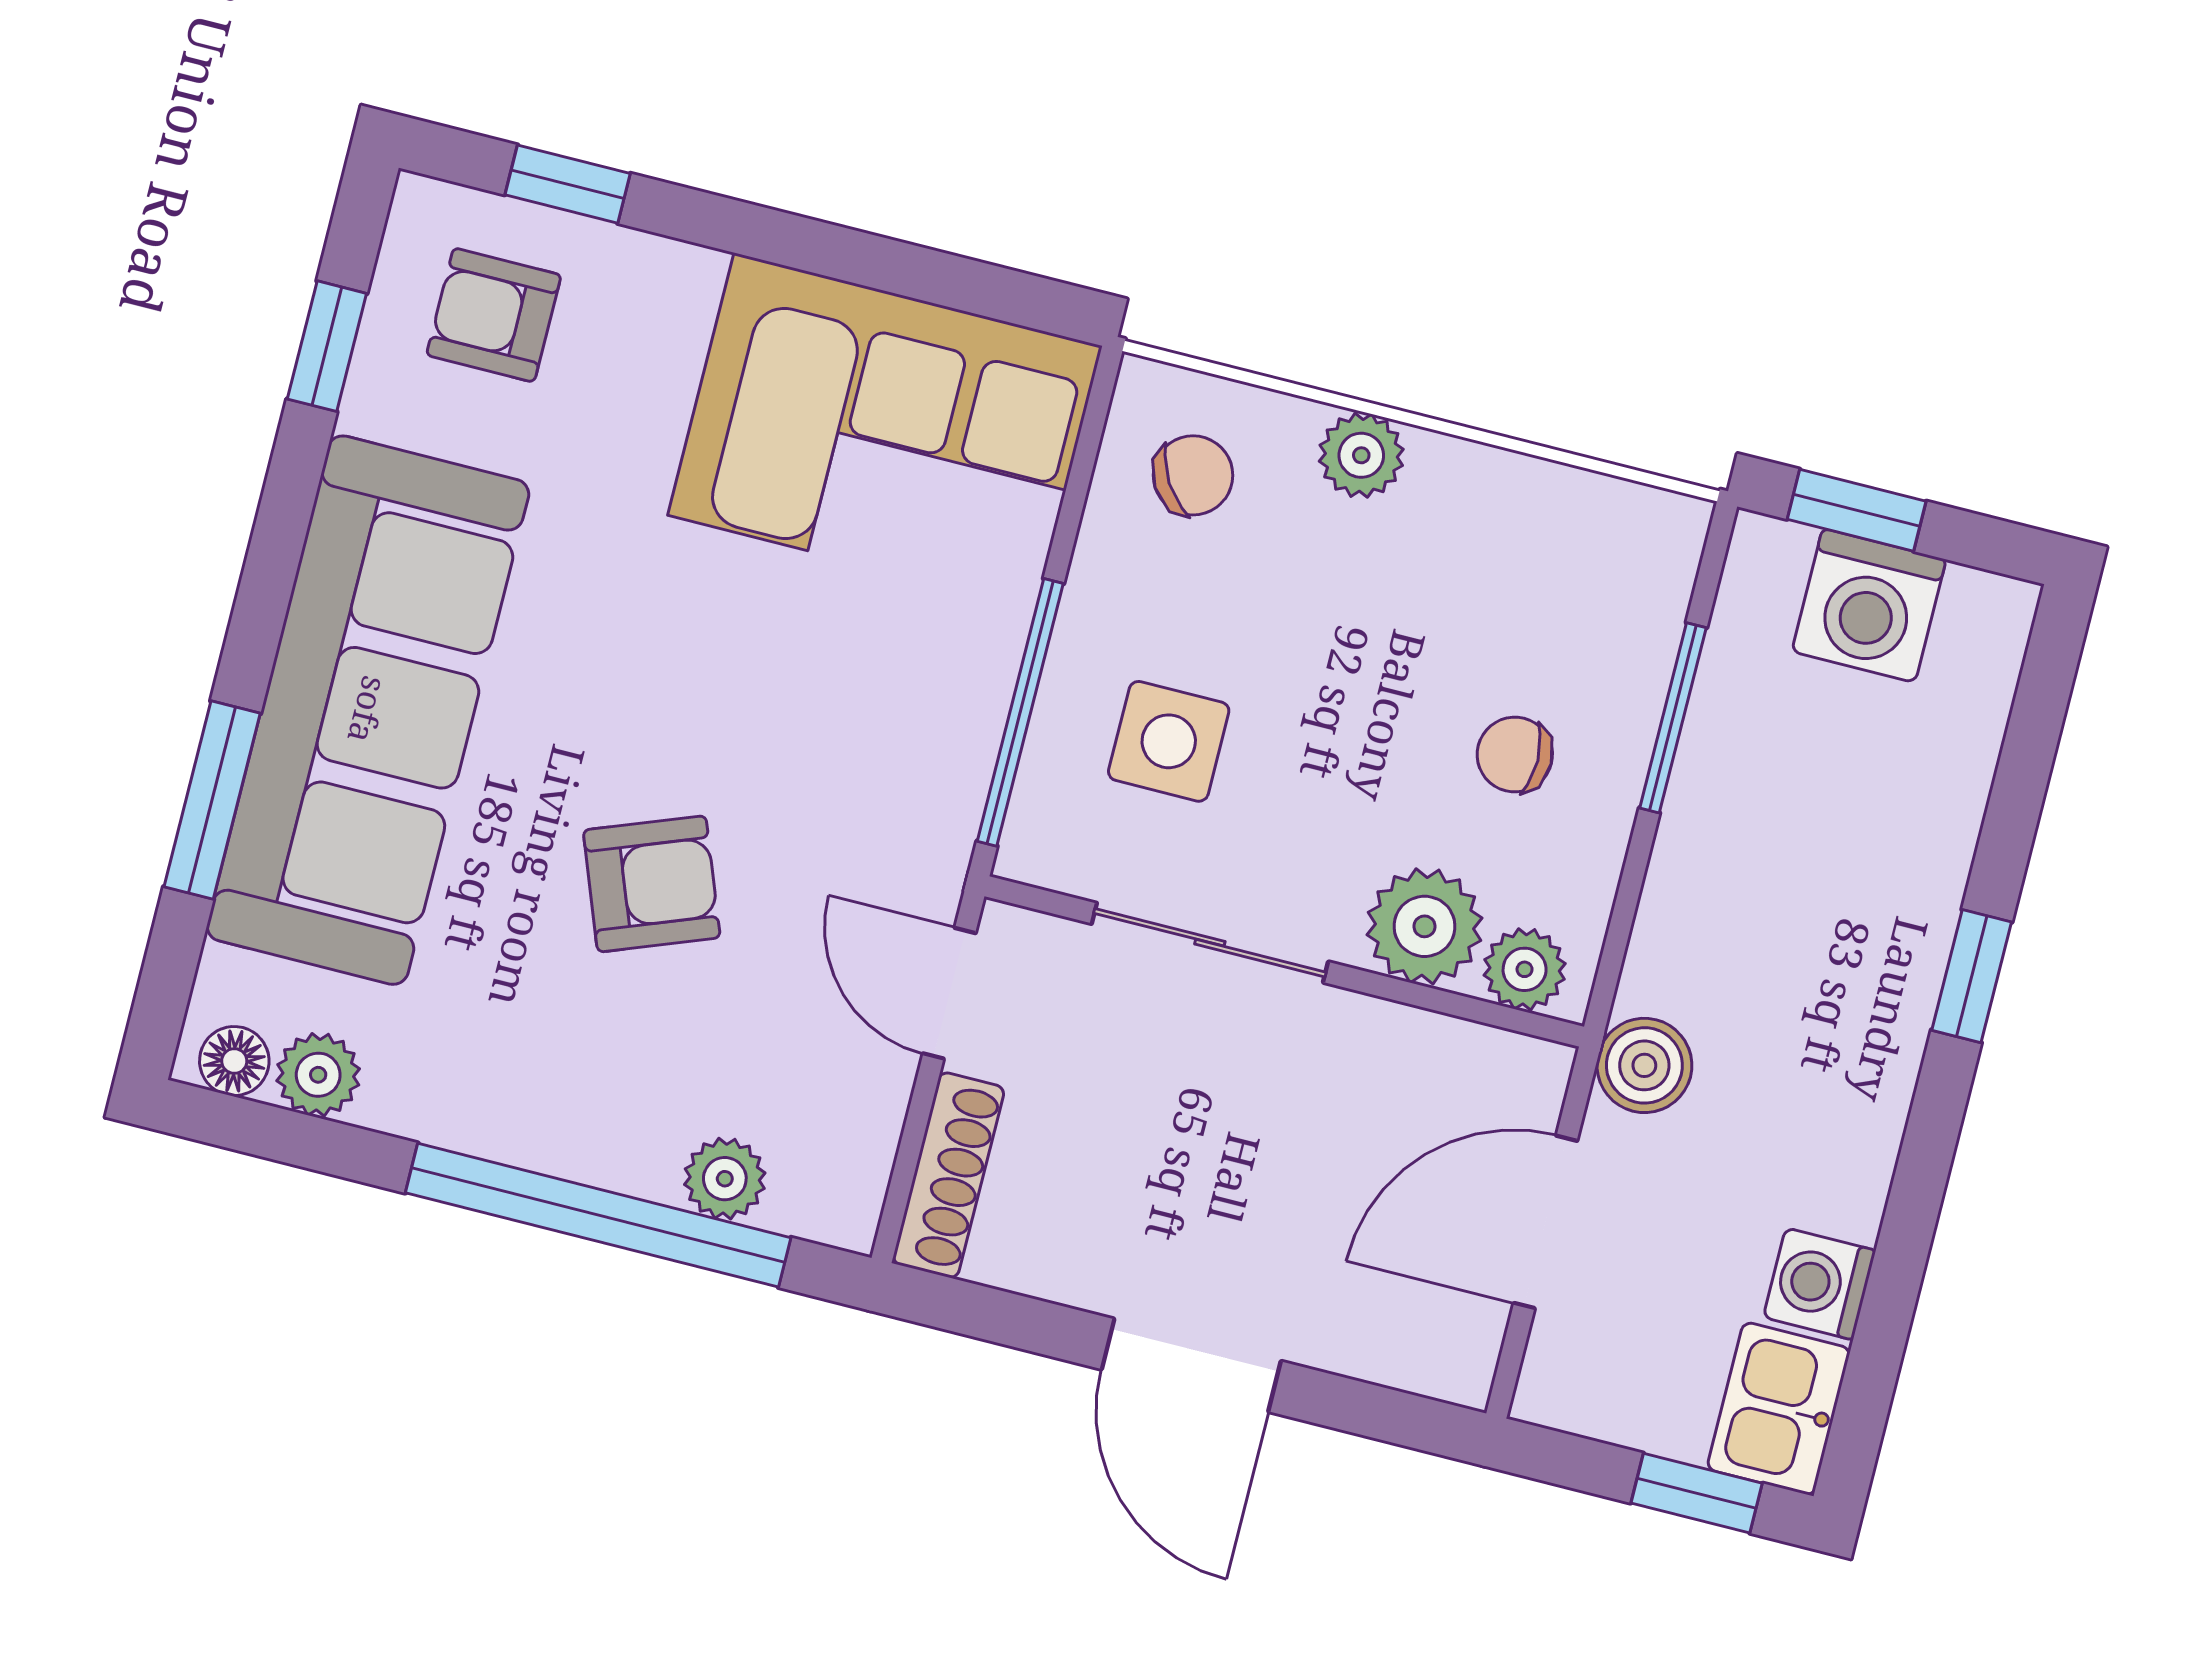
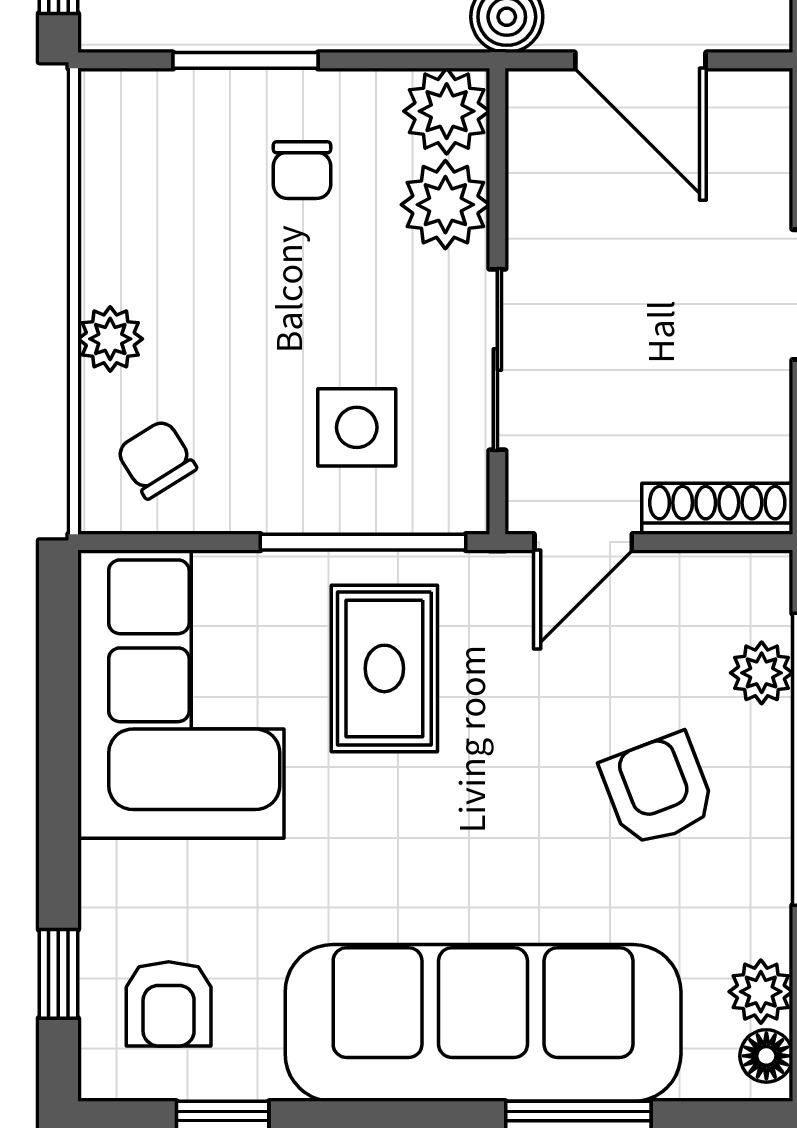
rug: (852, 699) -> (384, 668), added
armchair: (652, 884) -> (658, 790), moved
plant: (1525, 969) -> (447, 111), width x1.38, depth x1.38

